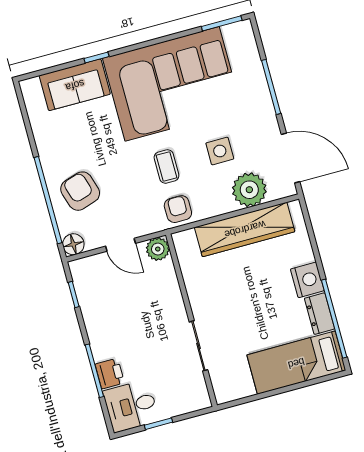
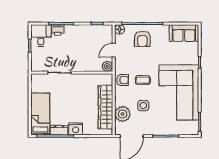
sofa: (75, 85) -> (184, 33), moved, turned -90
armchair: (80, 191) -> (142, 39), turned 107

